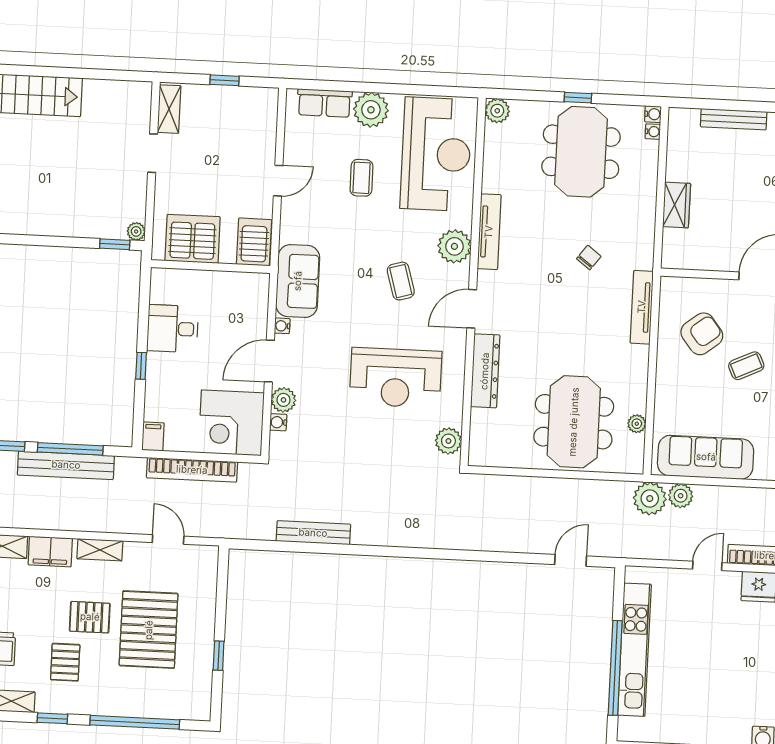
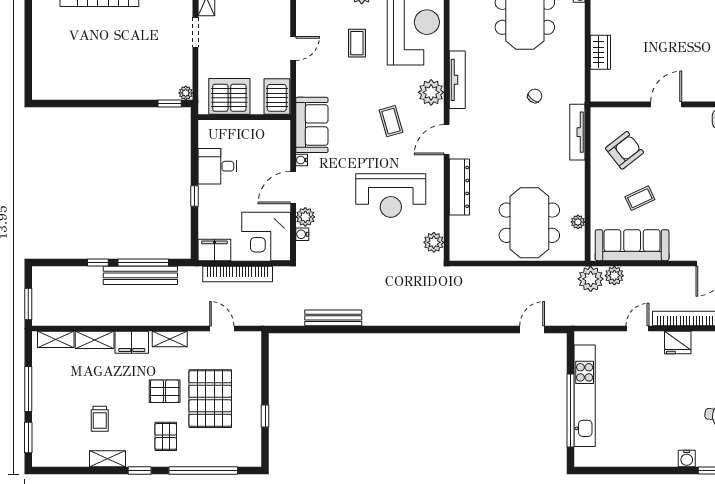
coffee table: (746, 366) -> (640, 198), moved
filing cabinet: (153, 436) -> (214, 250), width x2.00
pallet: (65, 662) -> (166, 436), moved

